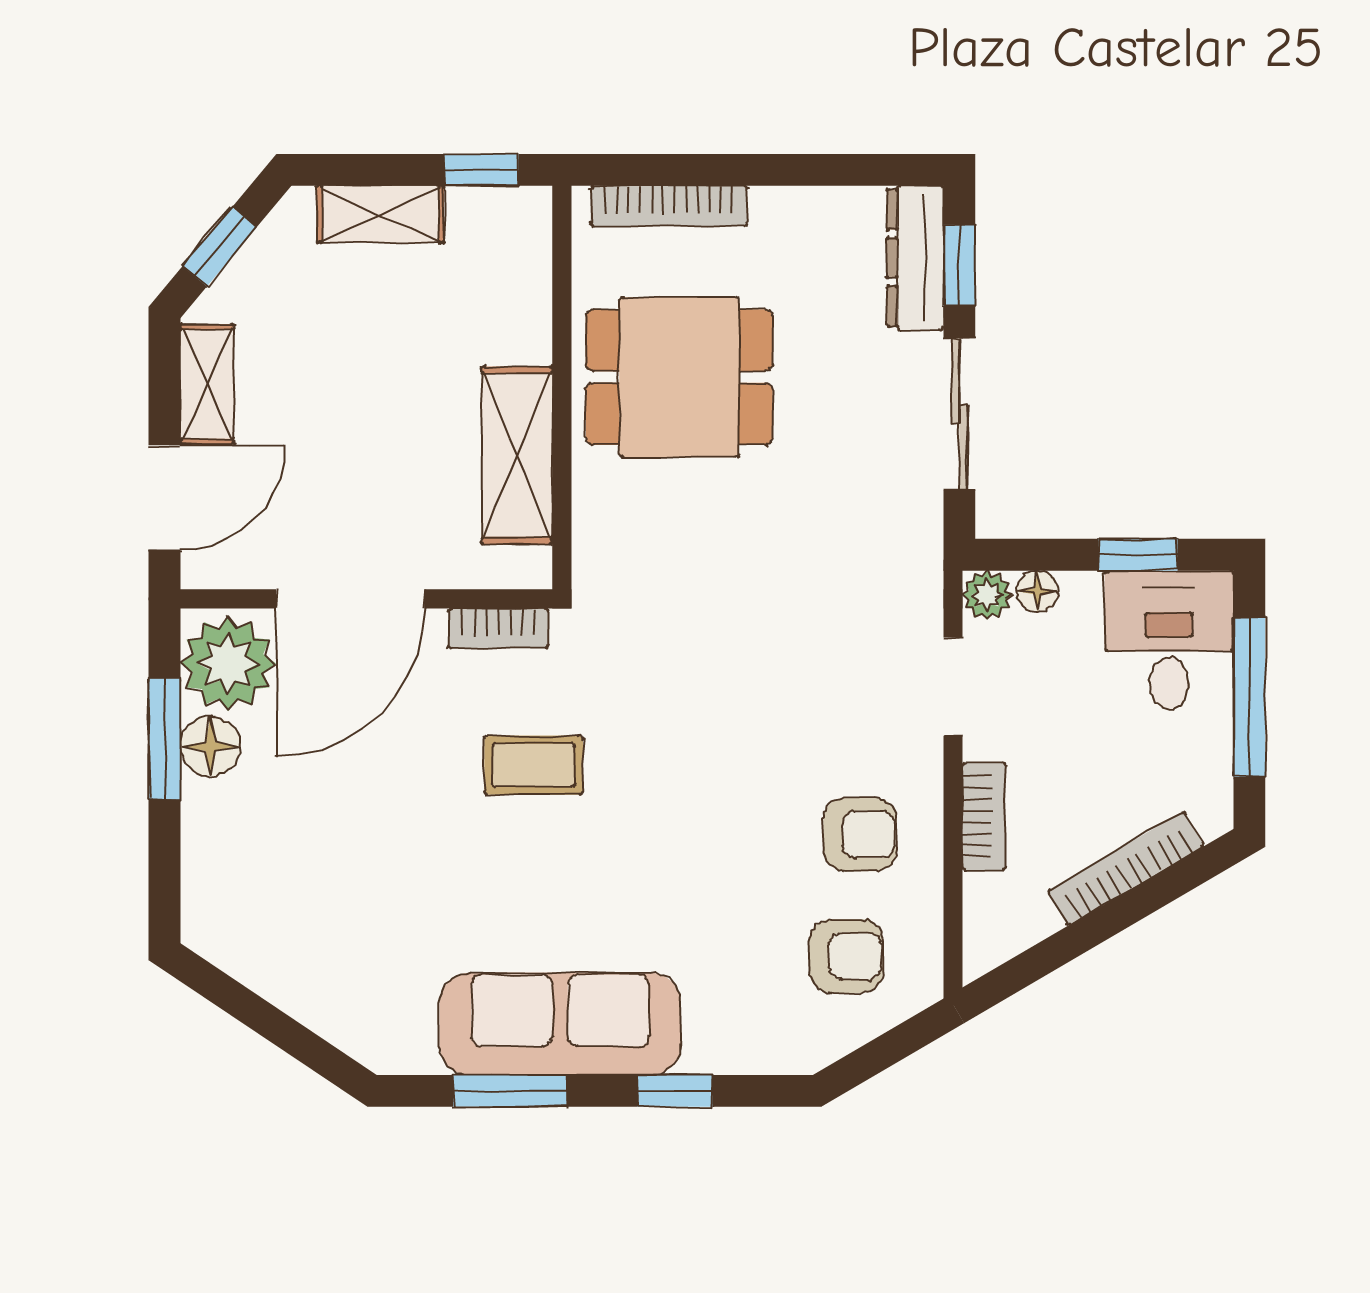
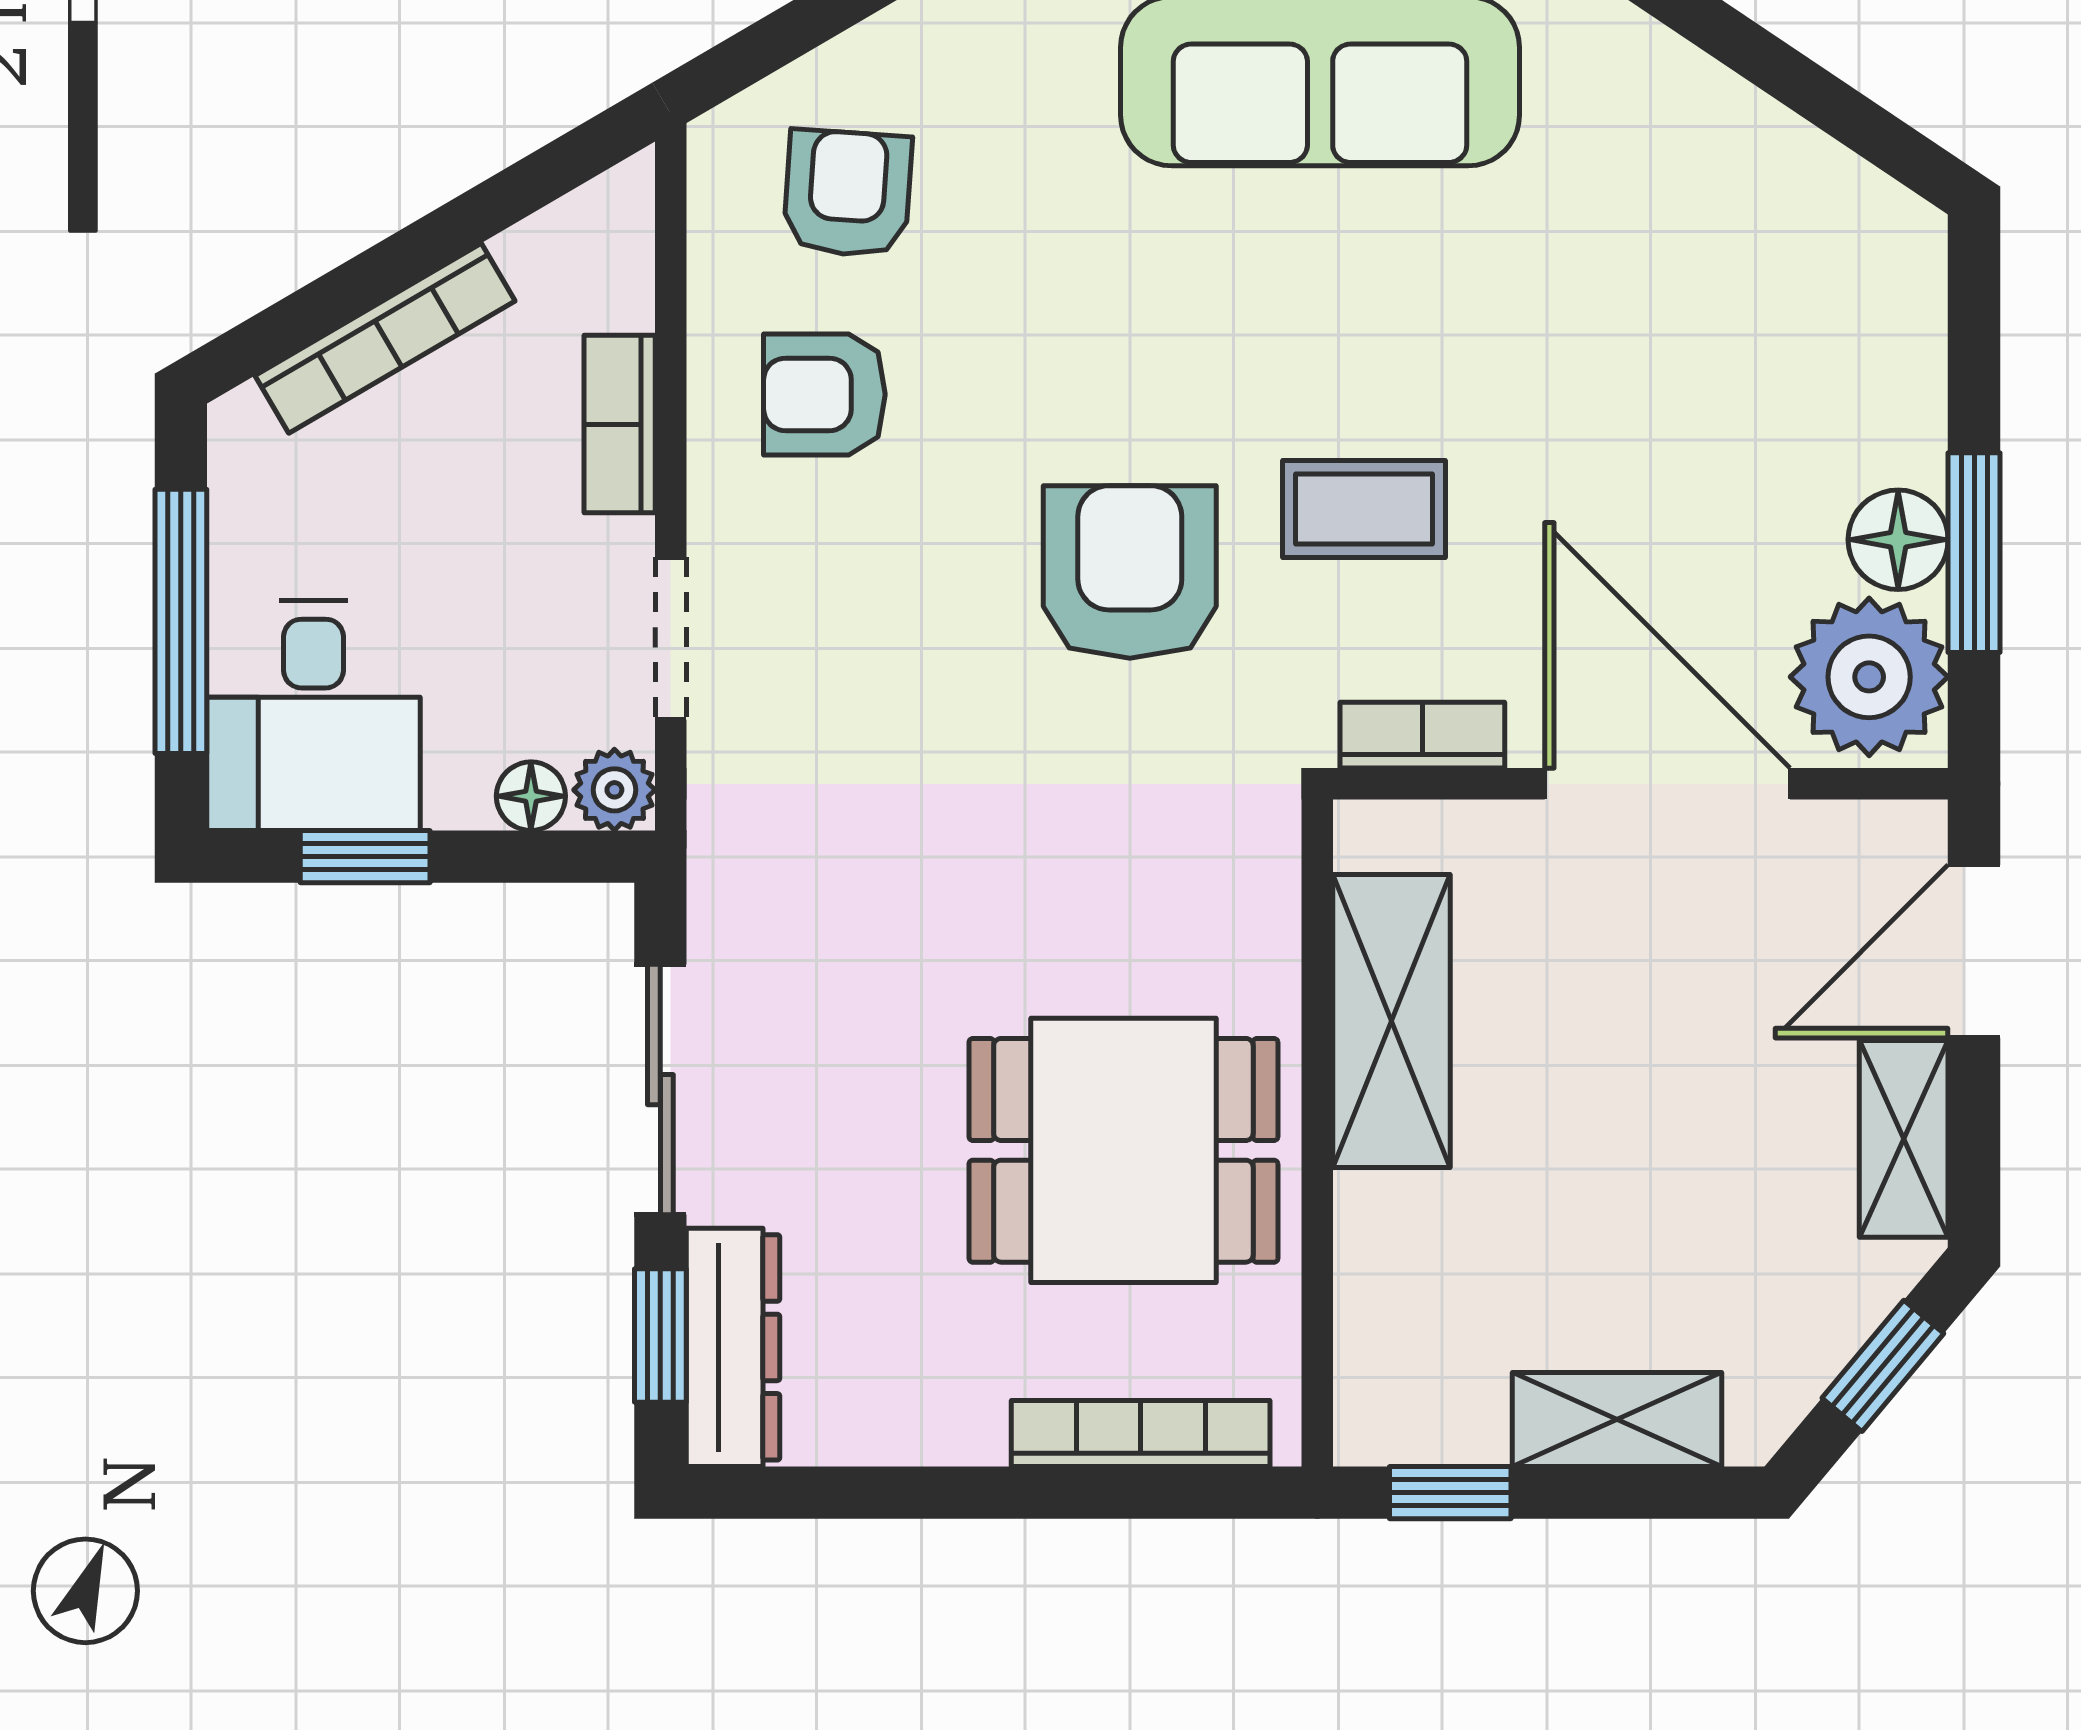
door: (350, 599) -> (1667, 784), hinge flipped
armchair: (675, 727) -> (1130, 572), added
armchair: (846, 956) -> (847, 193), turned 94

